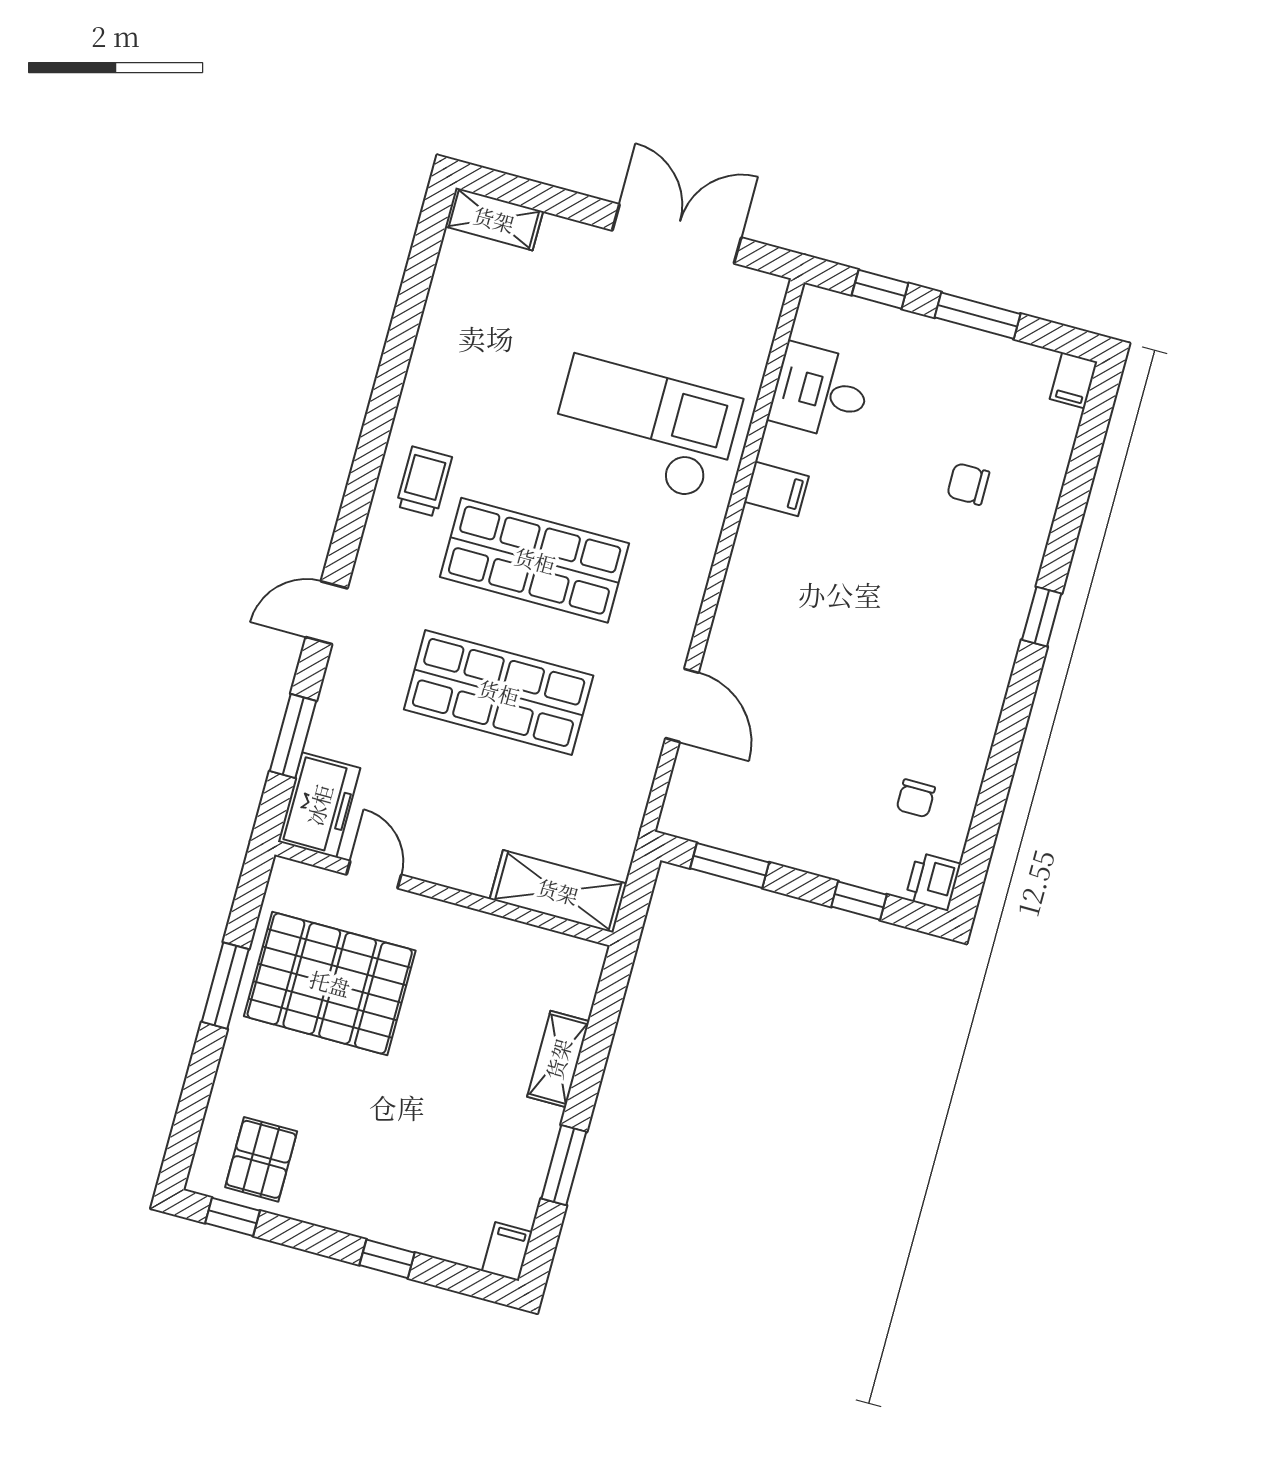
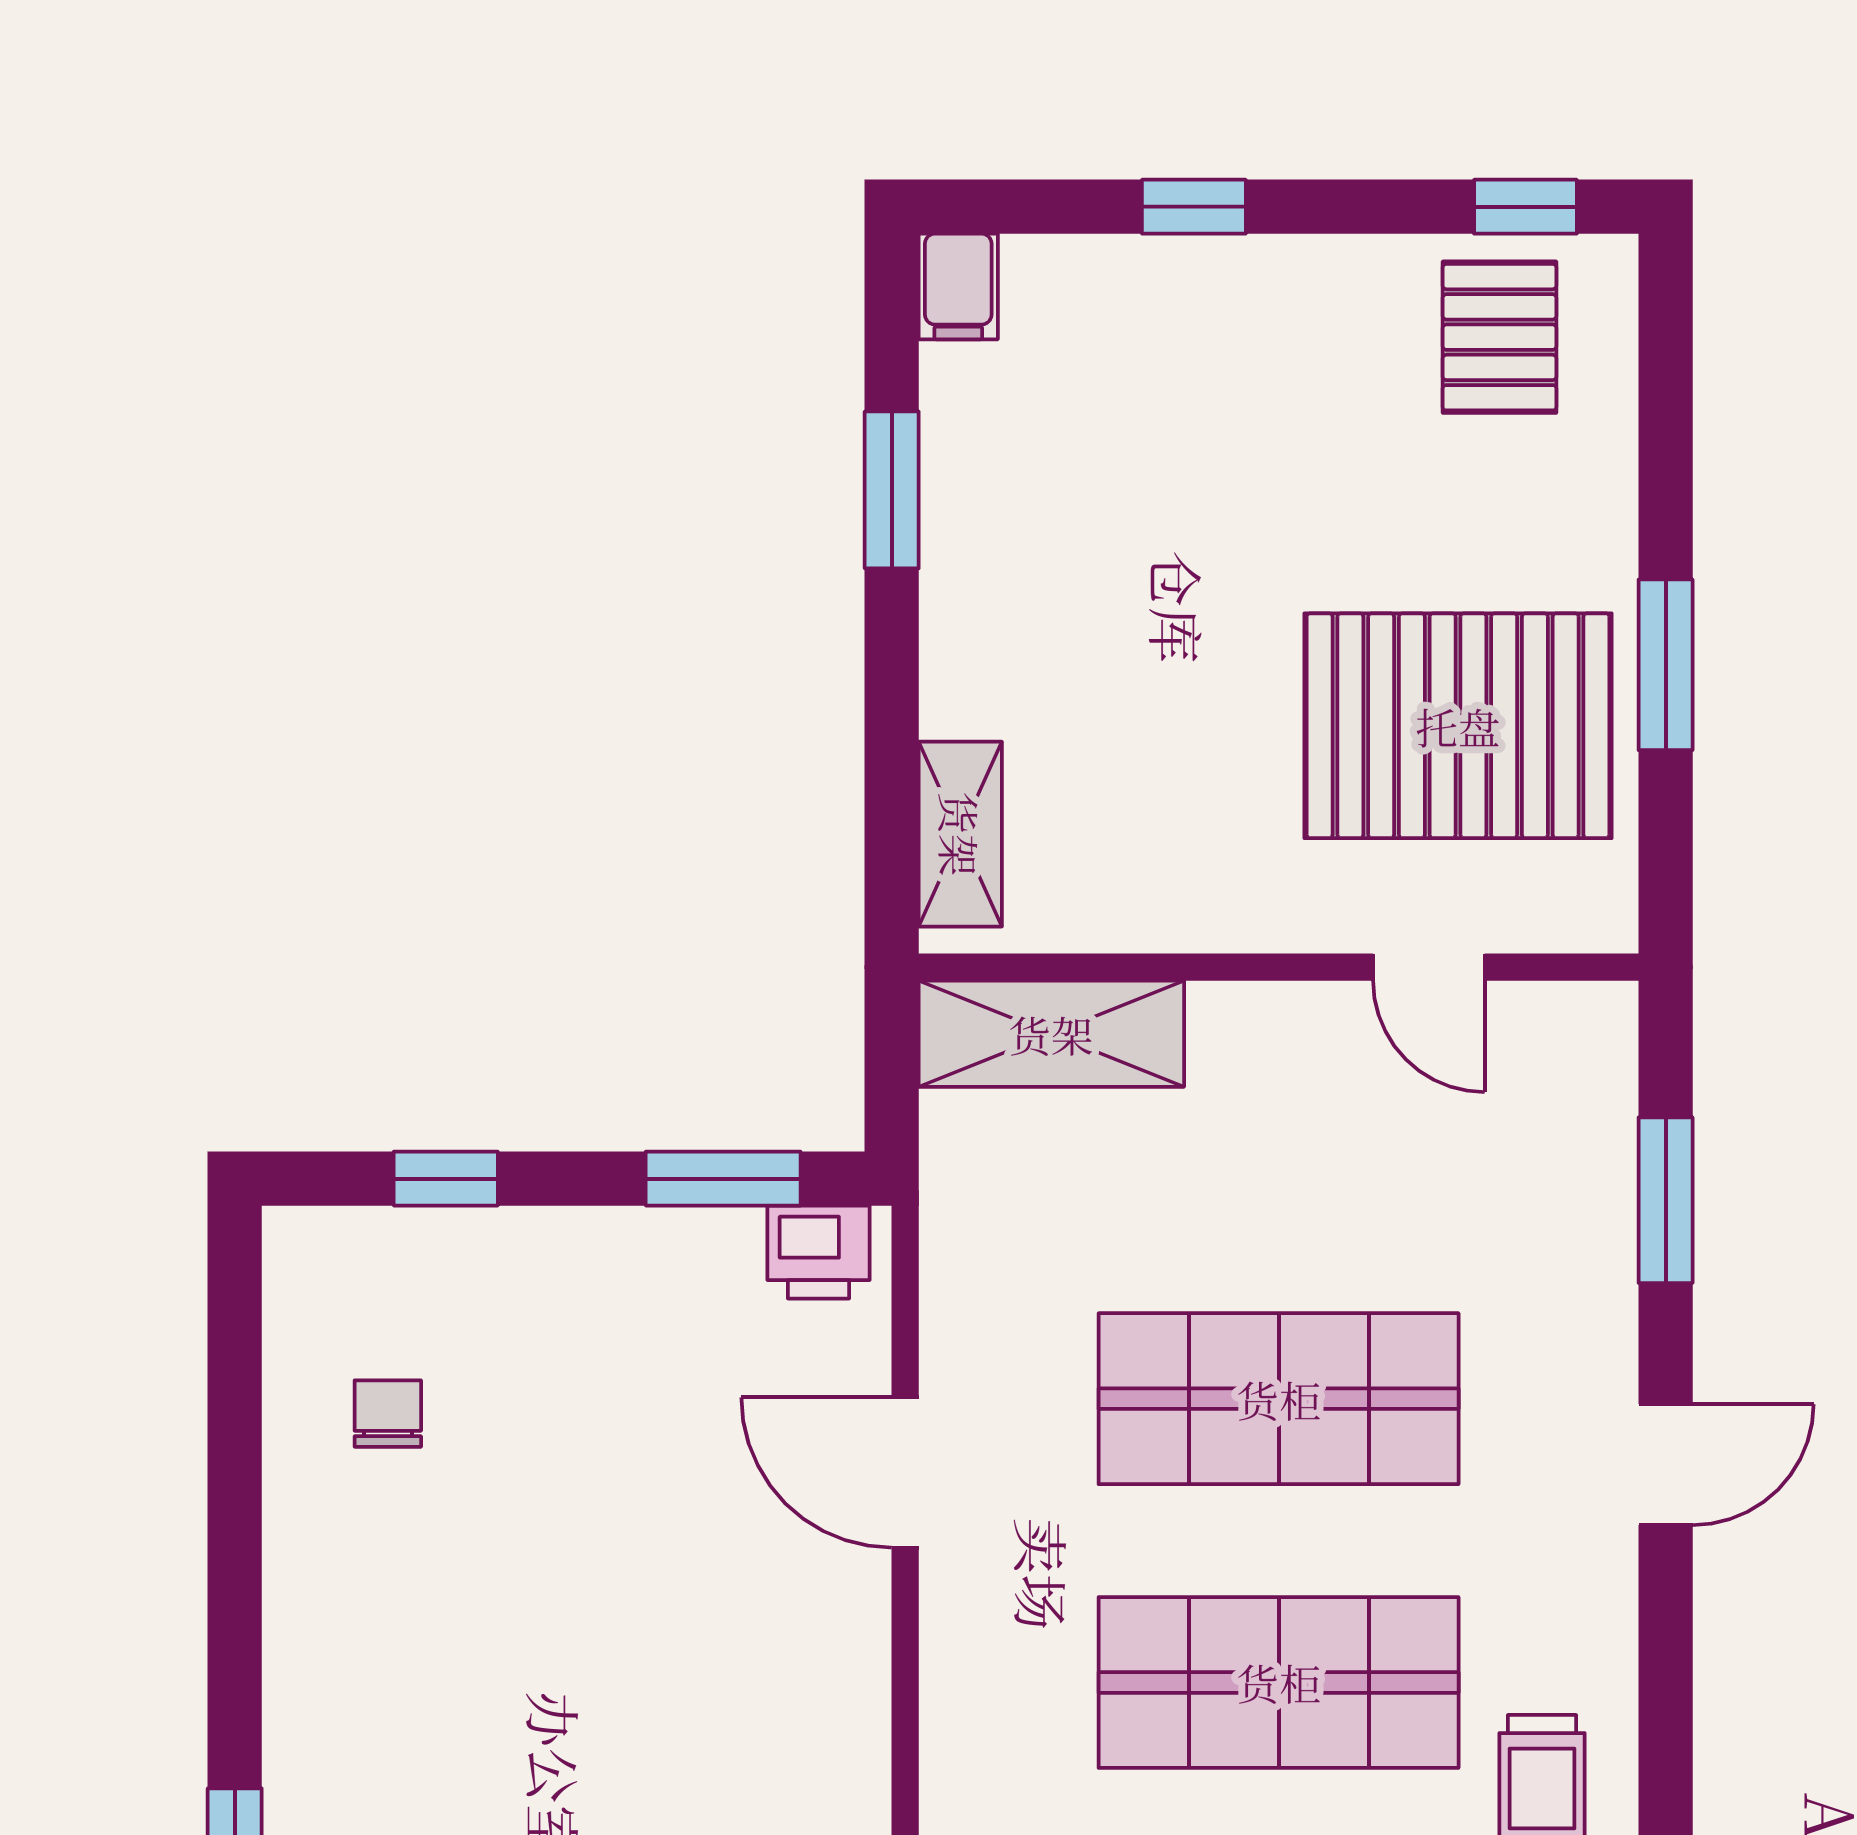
freezer: (319, 805) -> (1576, 1077), removed
printer: (933, 882) -> (819, 1252), moved, turned 90
shelving: (558, 1059) -> (960, 834), moved

